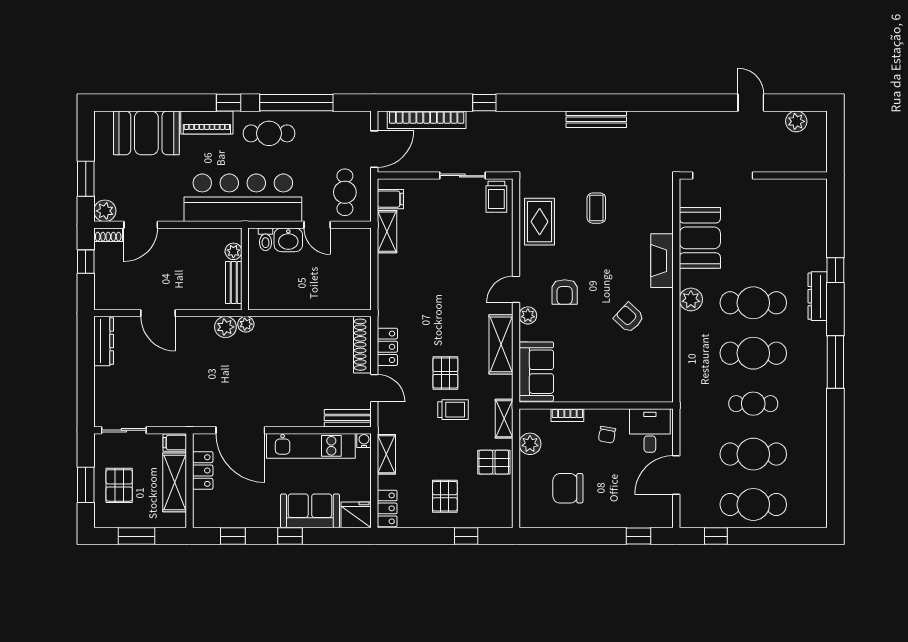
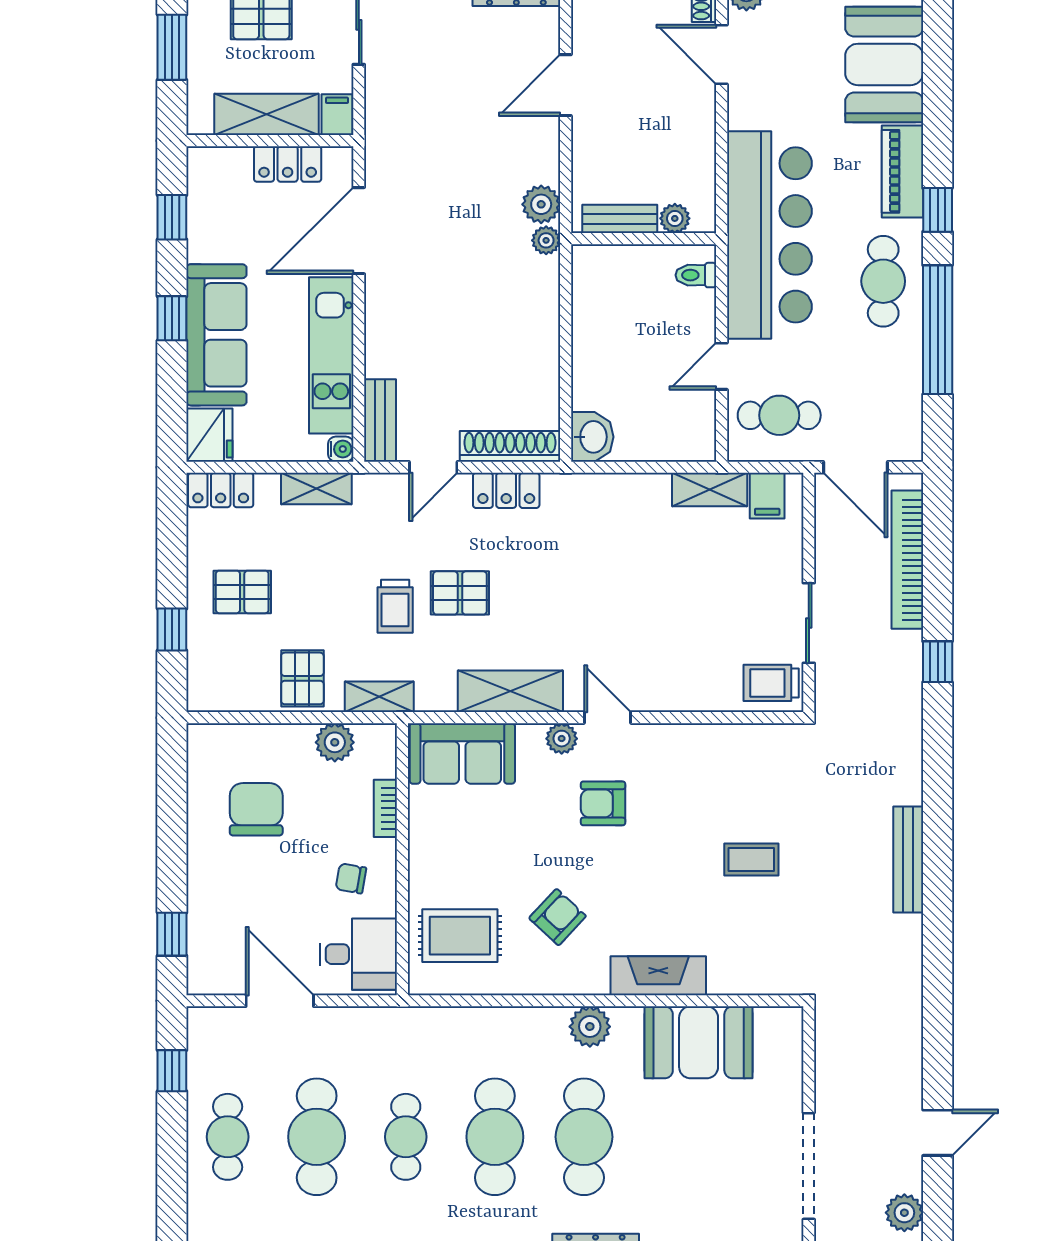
doorway: (723, 176) -> (809, 1166), moved
rug: (540, 222) -> (460, 936), moved
washbasin: (288, 240) -> (592, 437), moved, turned 180
cafe table: (753, 504) -> (228, 1137), width x0.73, depth x0.74
sofa: (310, 511) -> (216, 335), width x1.36

